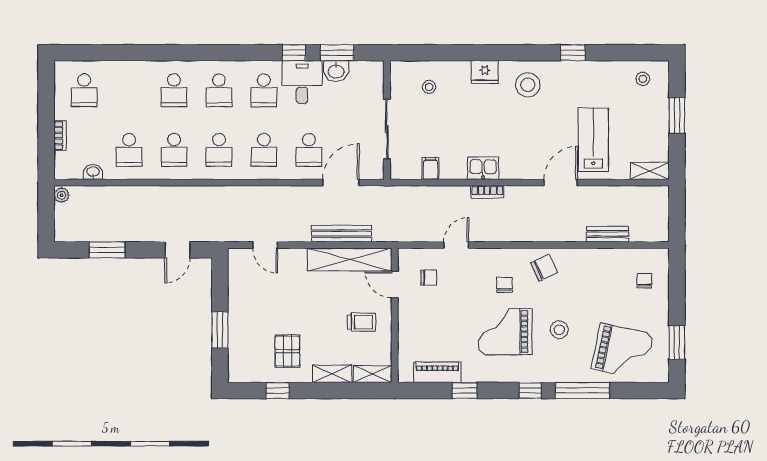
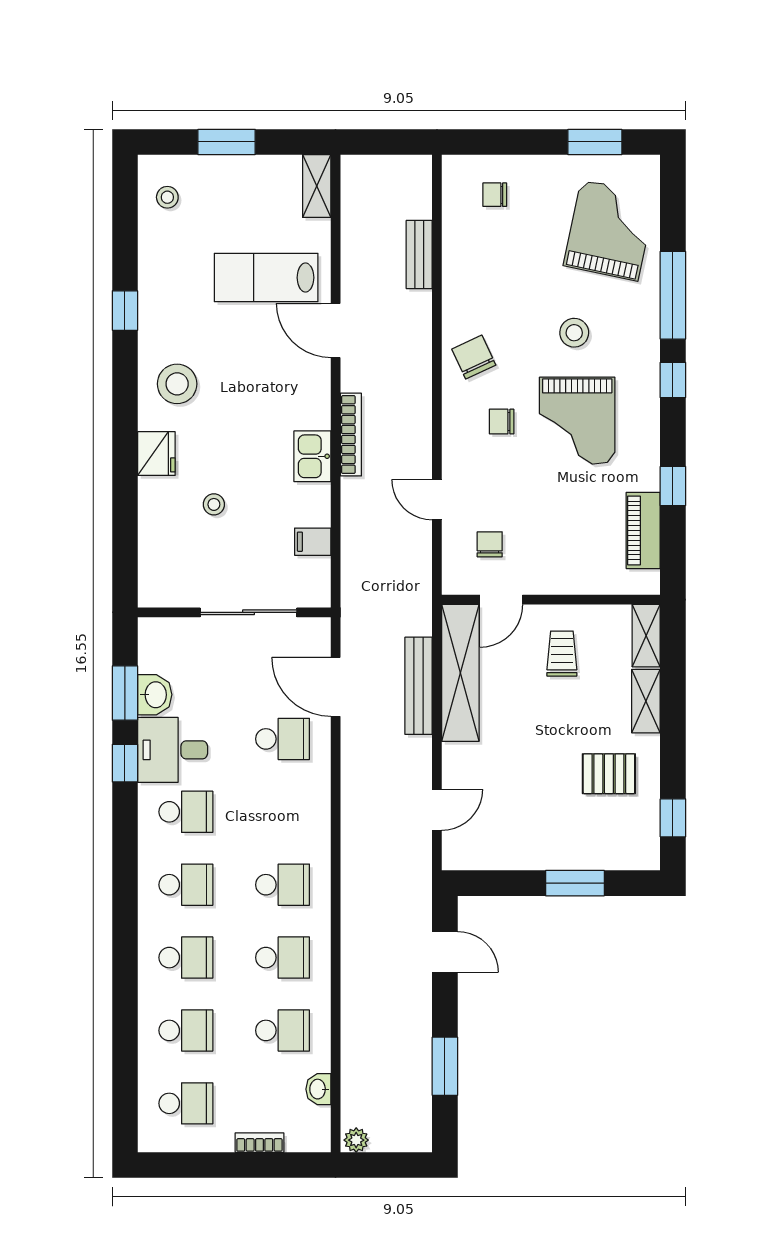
stool: (429, 87) -> (214, 504), moved
school desk: (264, 150) -> (186, 1030), moved
bookcase: (487, 192) -> (351, 435), width x1.56
window: (278, 391) -> (673, 818), moved

